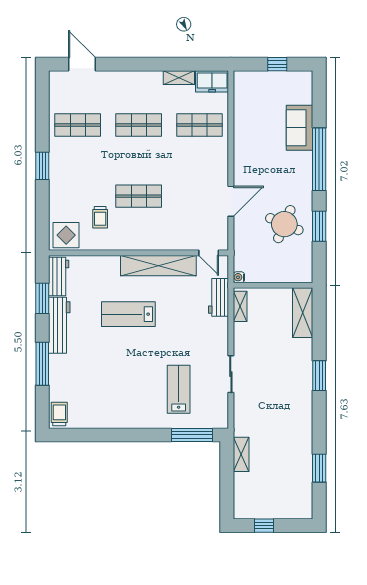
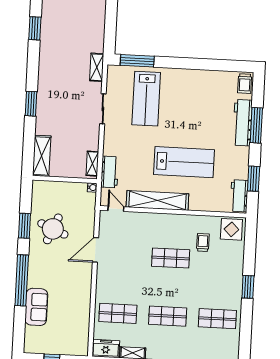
lab bench: (128, 314) -> (184, 162), width x1.36, depth x1.39
workbench: (59, 325) -> (243, 123), moved
lab bench: (179, 389) -> (146, 99), width x1.36, depth x1.39
shelving: (241, 454) -> (97, 67), moved

